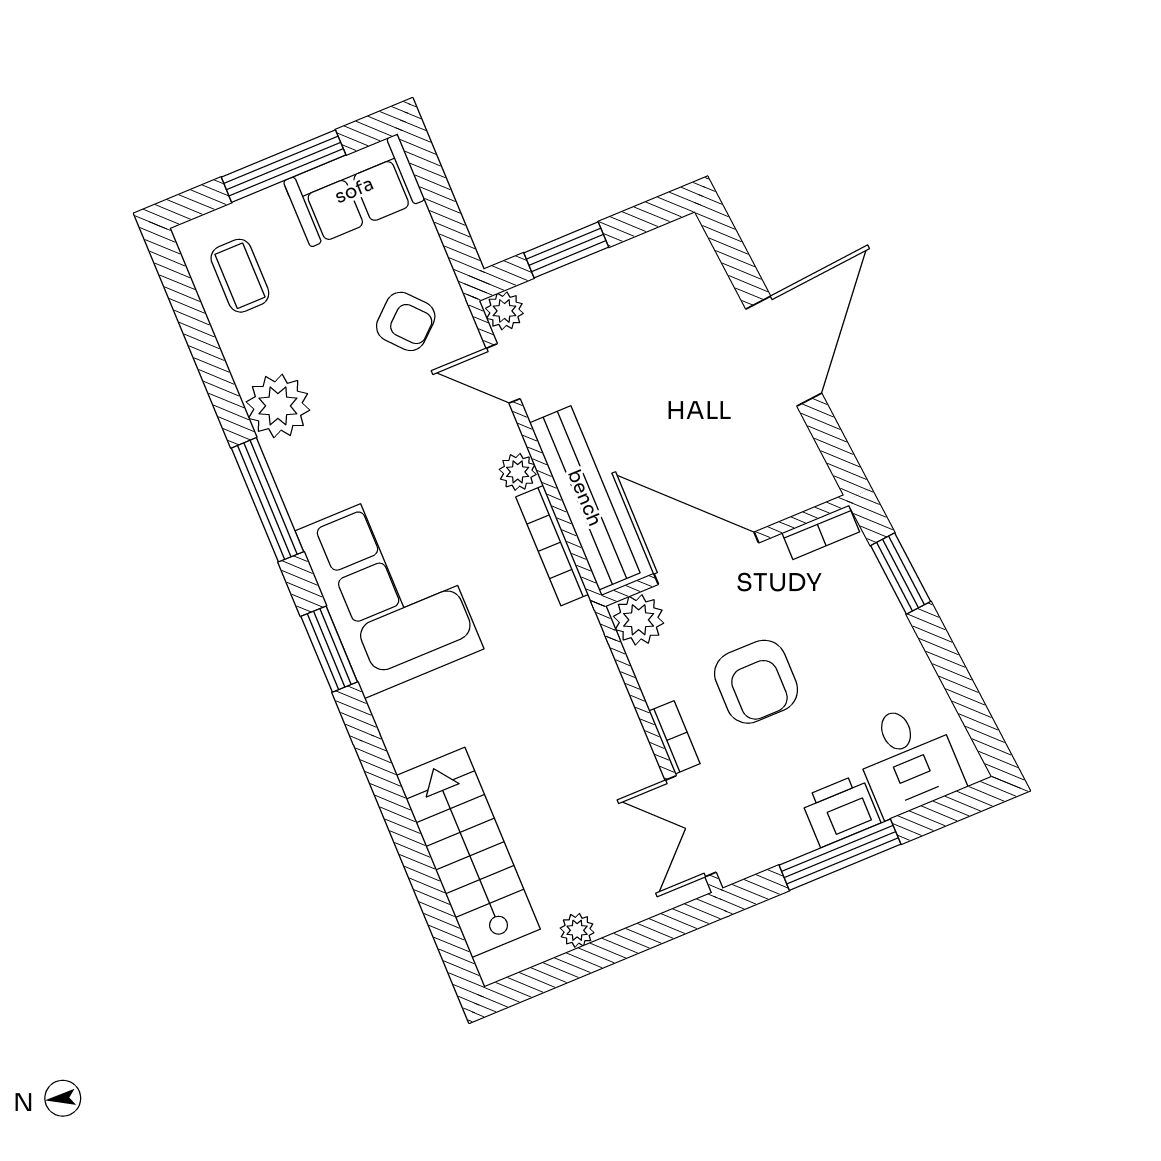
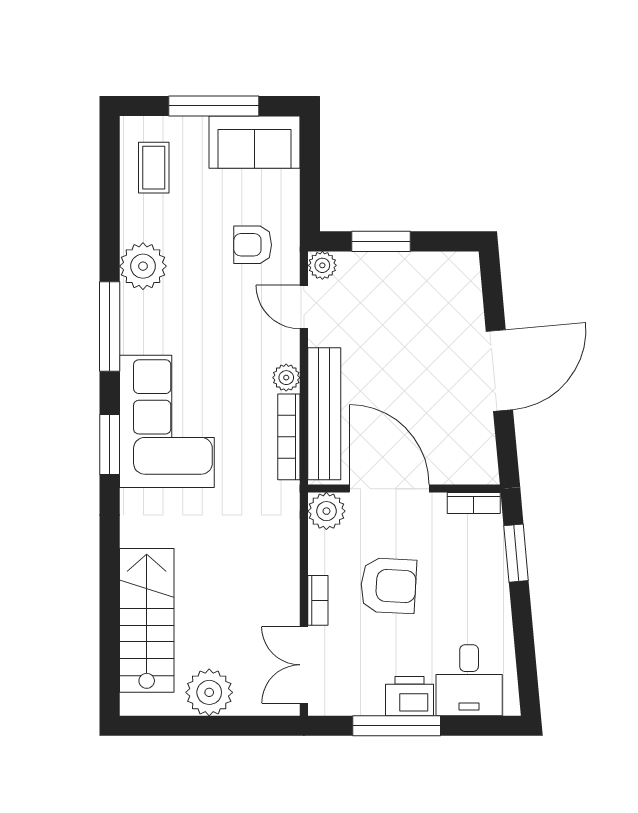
armchair: (406, 321) -> (253, 245), turned 132
armchair: (756, 682) -> (388, 586), turned -87
plant: (577, 930) -> (209, 692), width x1.88, depth x1.88

